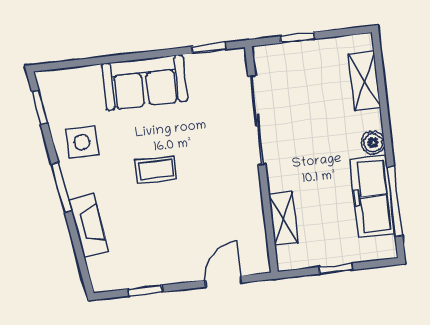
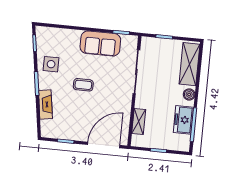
shelving: (365, 81) -> (189, 64), width x1.50, depth x1.33
sofa: (145, 82) -> (100, 43), moved
freezer: (373, 196) -> (183, 120), width x0.71
door: (223, 281) -> (104, 145), width x1.88

